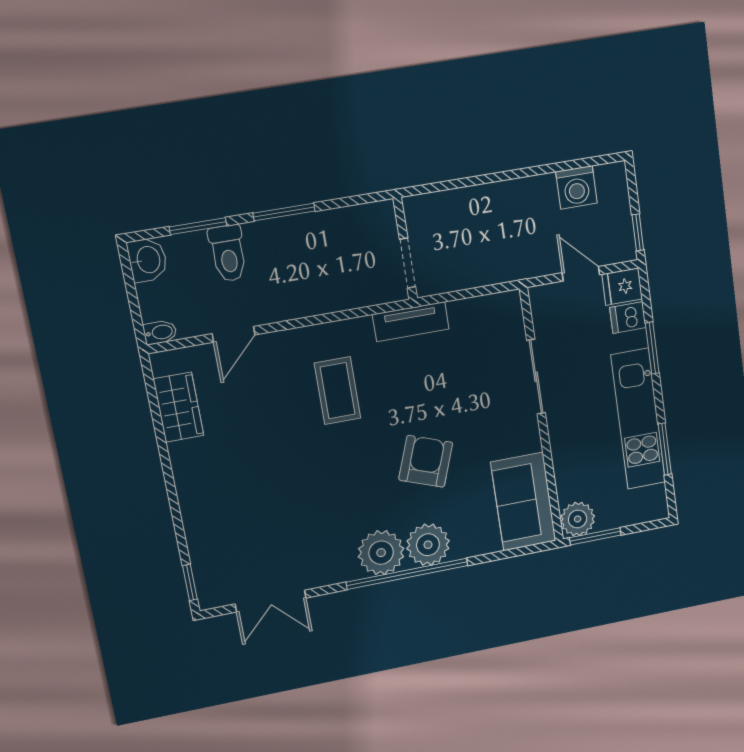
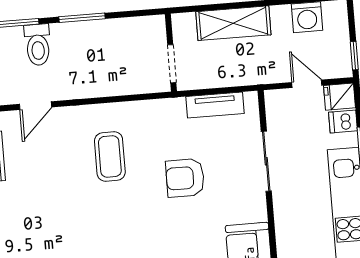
shelving: (483, 203) -> (233, 23), added
tv unit: (411, 322) -> (215, 105), moved
armchair: (426, 461) -> (185, 178), moved, turned -110

